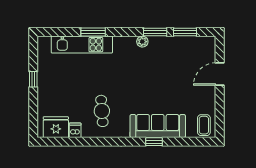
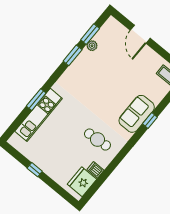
plant: (142, 42) -> (92, 46), moved
sofa: (158, 126) -> (137, 114), width x0.73

